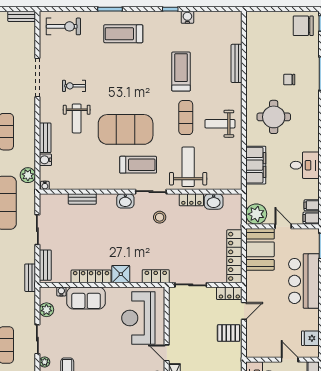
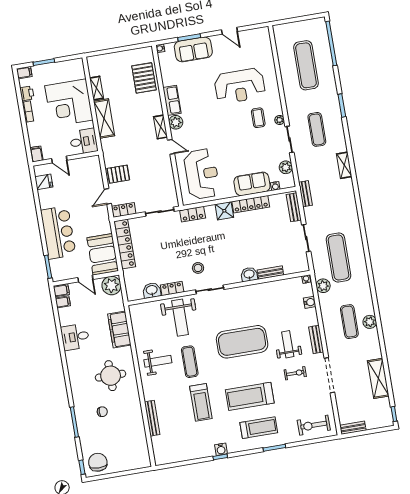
water cooler: (187, 17) -> (221, 449), moved
chair: (303, 26) -> (98, 462), turned -90
bench: (45, 138) -> (316, 339), moved
treadmill: (138, 165) -> (250, 396), moved, width x1.37, depth x1.38
washbasin: (125, 201) -> (249, 274), moved

